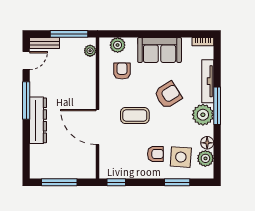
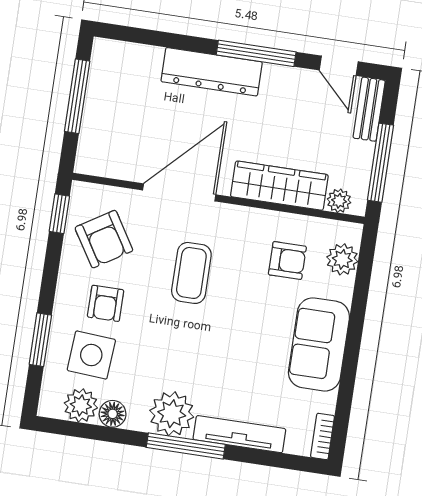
wardrobe: (87, 80) -> (279, 186), added
armchair: (168, 95) -> (104, 239), moved

